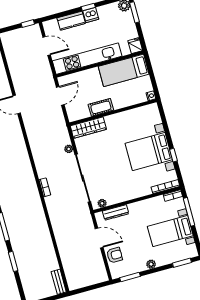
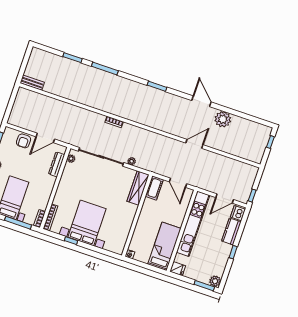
dishwasher: (91, 15) -> (238, 213), moved
cot: (101, 107) -> (154, 188), moved

